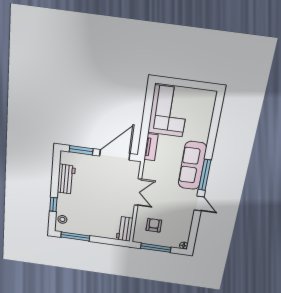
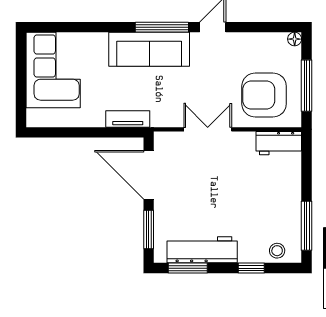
corner sofa: (169, 111) -> (53, 70), moved, turned 90
window: (56, 170) -> (188, 268), added
workbench: (66, 179) -> (202, 250), width x1.37
armchair: (154, 225) -> (264, 95), width x1.88, depth x1.88

